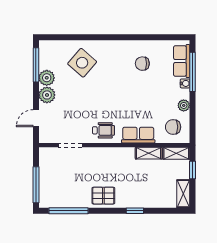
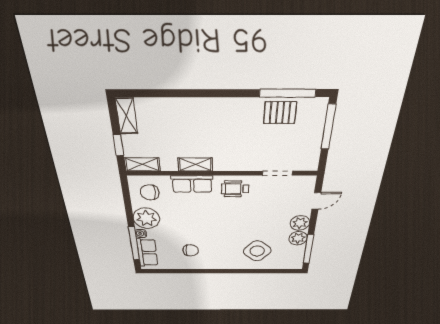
plant: (184, 105) -> (146, 218), width x1.88, depth x1.88
chair: (173, 127) -> (150, 192), turned 180
shelving: (149, 153) -> (195, 164), moved
pallet: (103, 196) -> (280, 113), moved
window: (135, 211) -> (193, 93), removed

